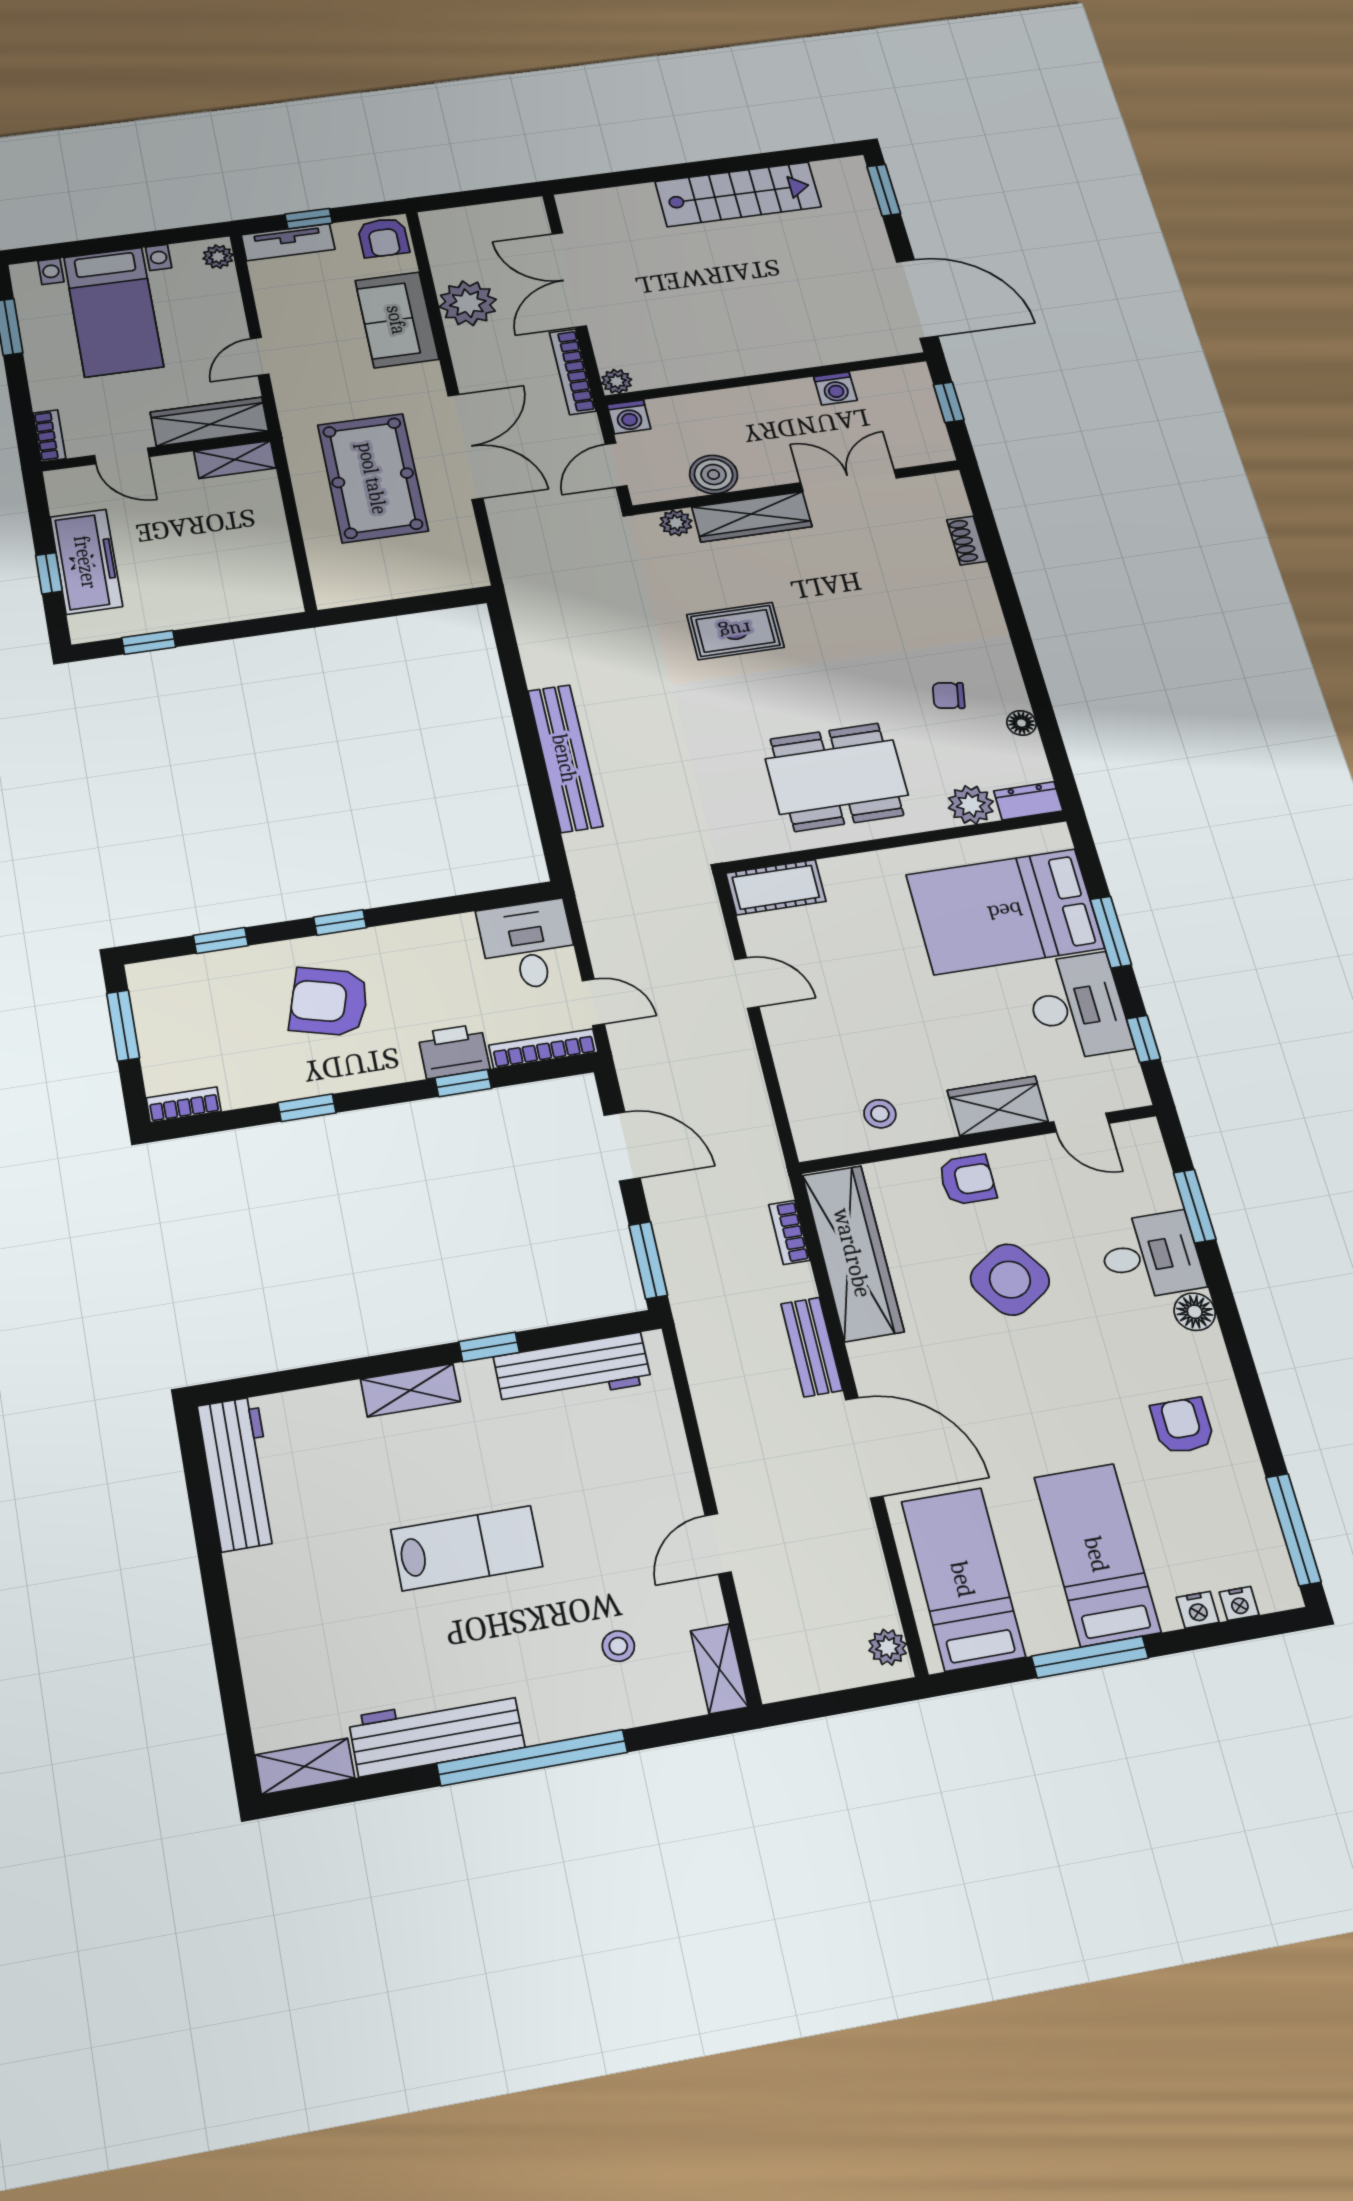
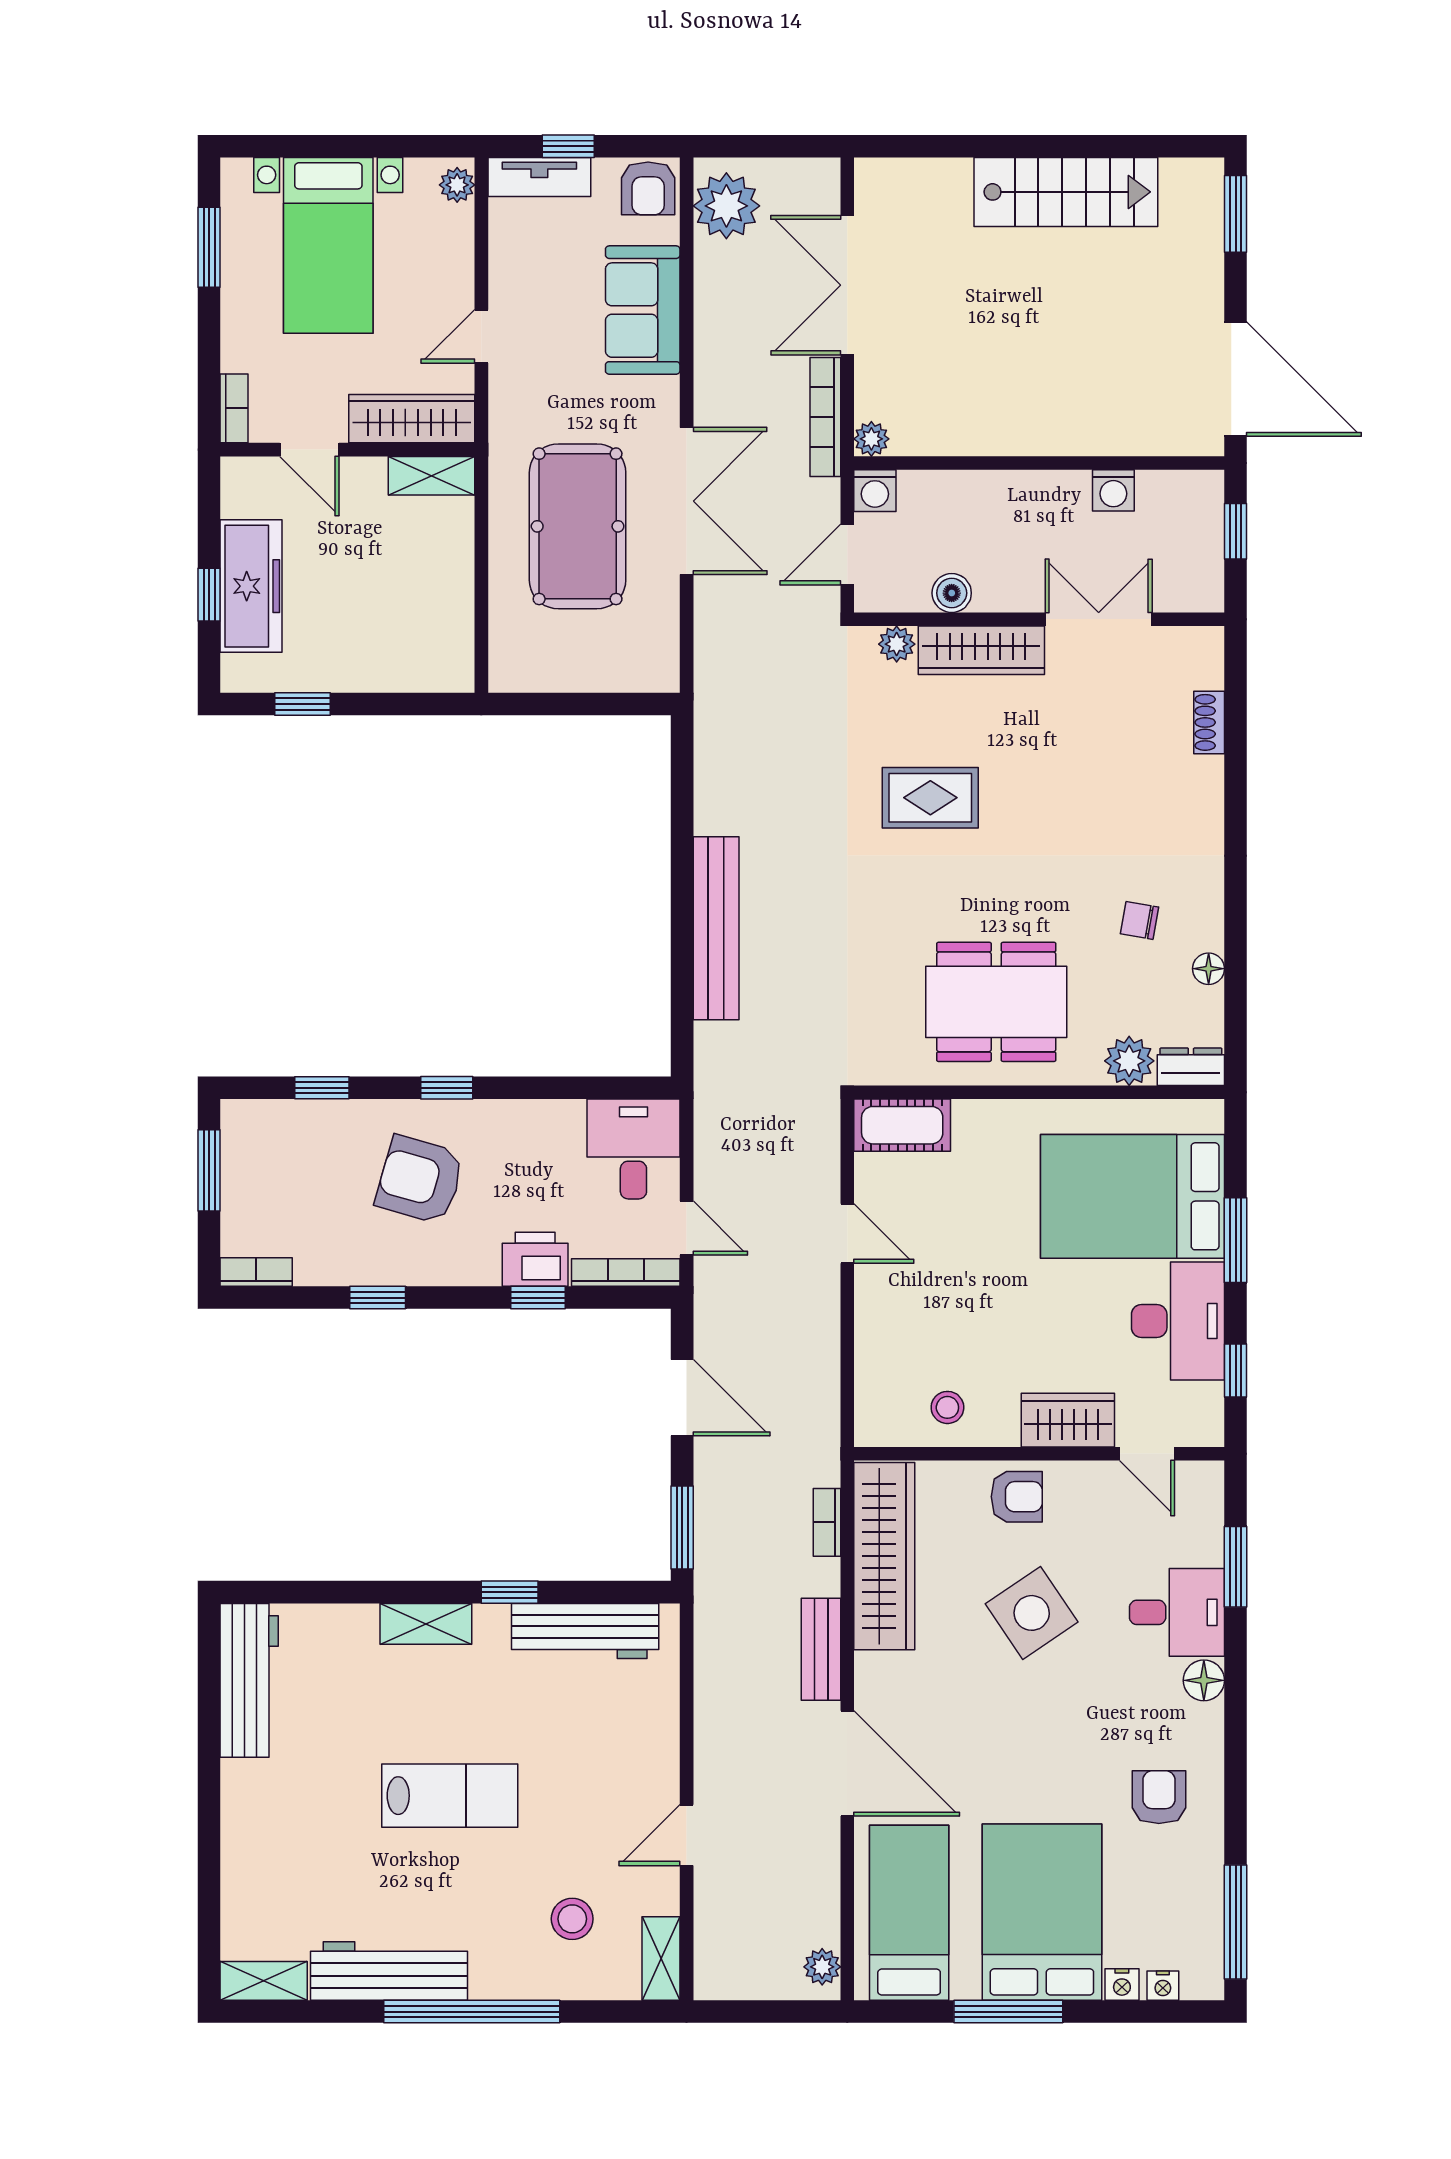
plant: (468, 303) -> (726, 206), moved
boiler: (714, 475) -> (952, 593), width x0.73, depth x0.73
bed: (1097, 1554) -> (1042, 1912), width x1.50
stool: (618, 1646) -> (572, 1919), width x1.37, depth x1.37

